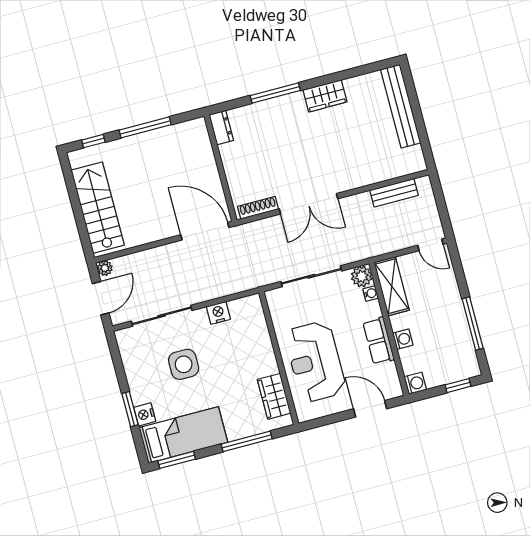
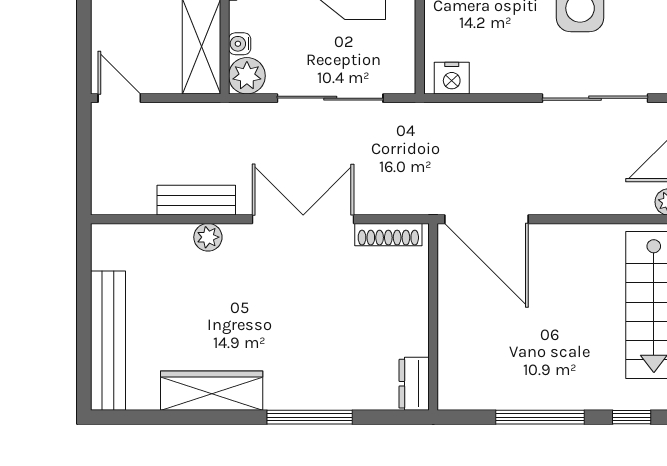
wardrobe: (325, 96) -> (212, 391), width x1.50
plant: (360, 179) -> (208, 237), added
bench: (394, 193) -> (196, 200), moved
nightstand: (218, 313) -> (452, 78), moved

